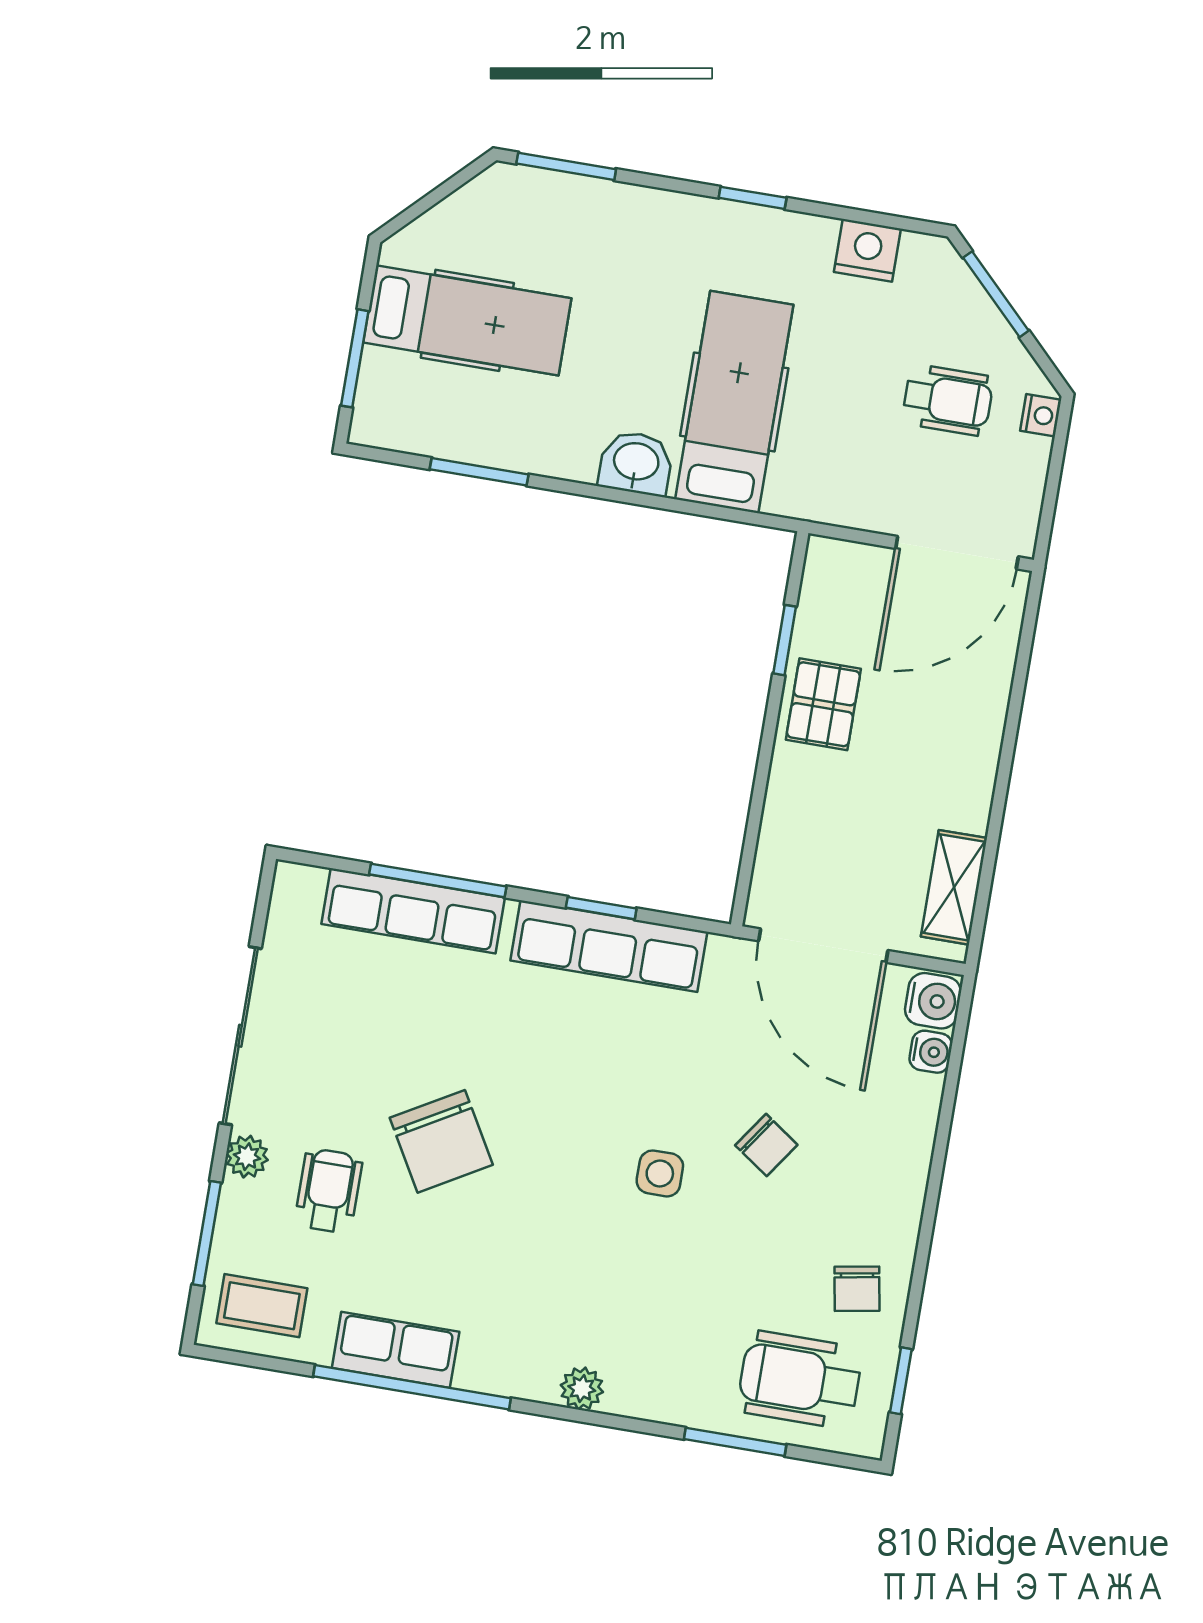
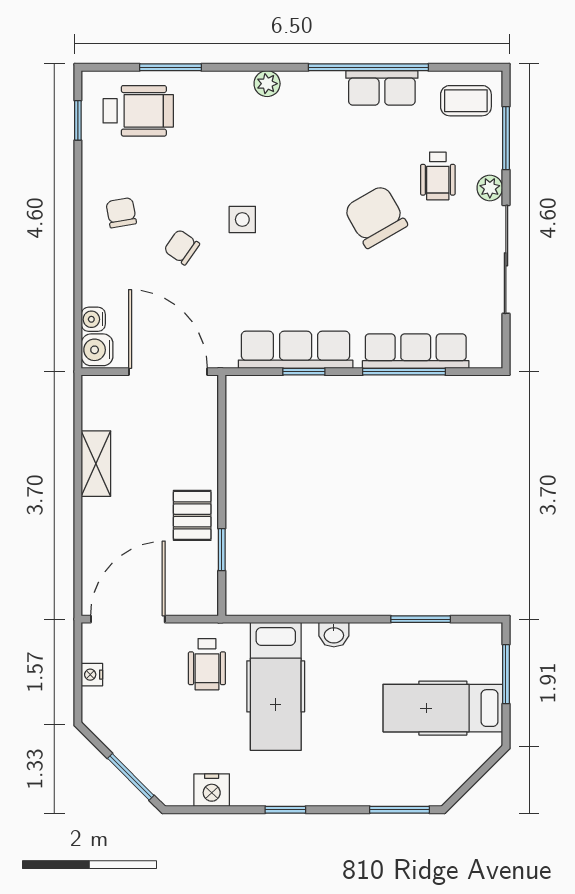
wheelchair: (948, 400) -> (207, 664), moved, turned -90
nightstand: (1041, 415) -> (92, 675), moved
washbasin: (636, 463) -> (334, 635), width x0.72, depth x0.69
shelving: (954, 887) -> (96, 464), moved
chair: (857, 1289) -> (121, 213), moved

